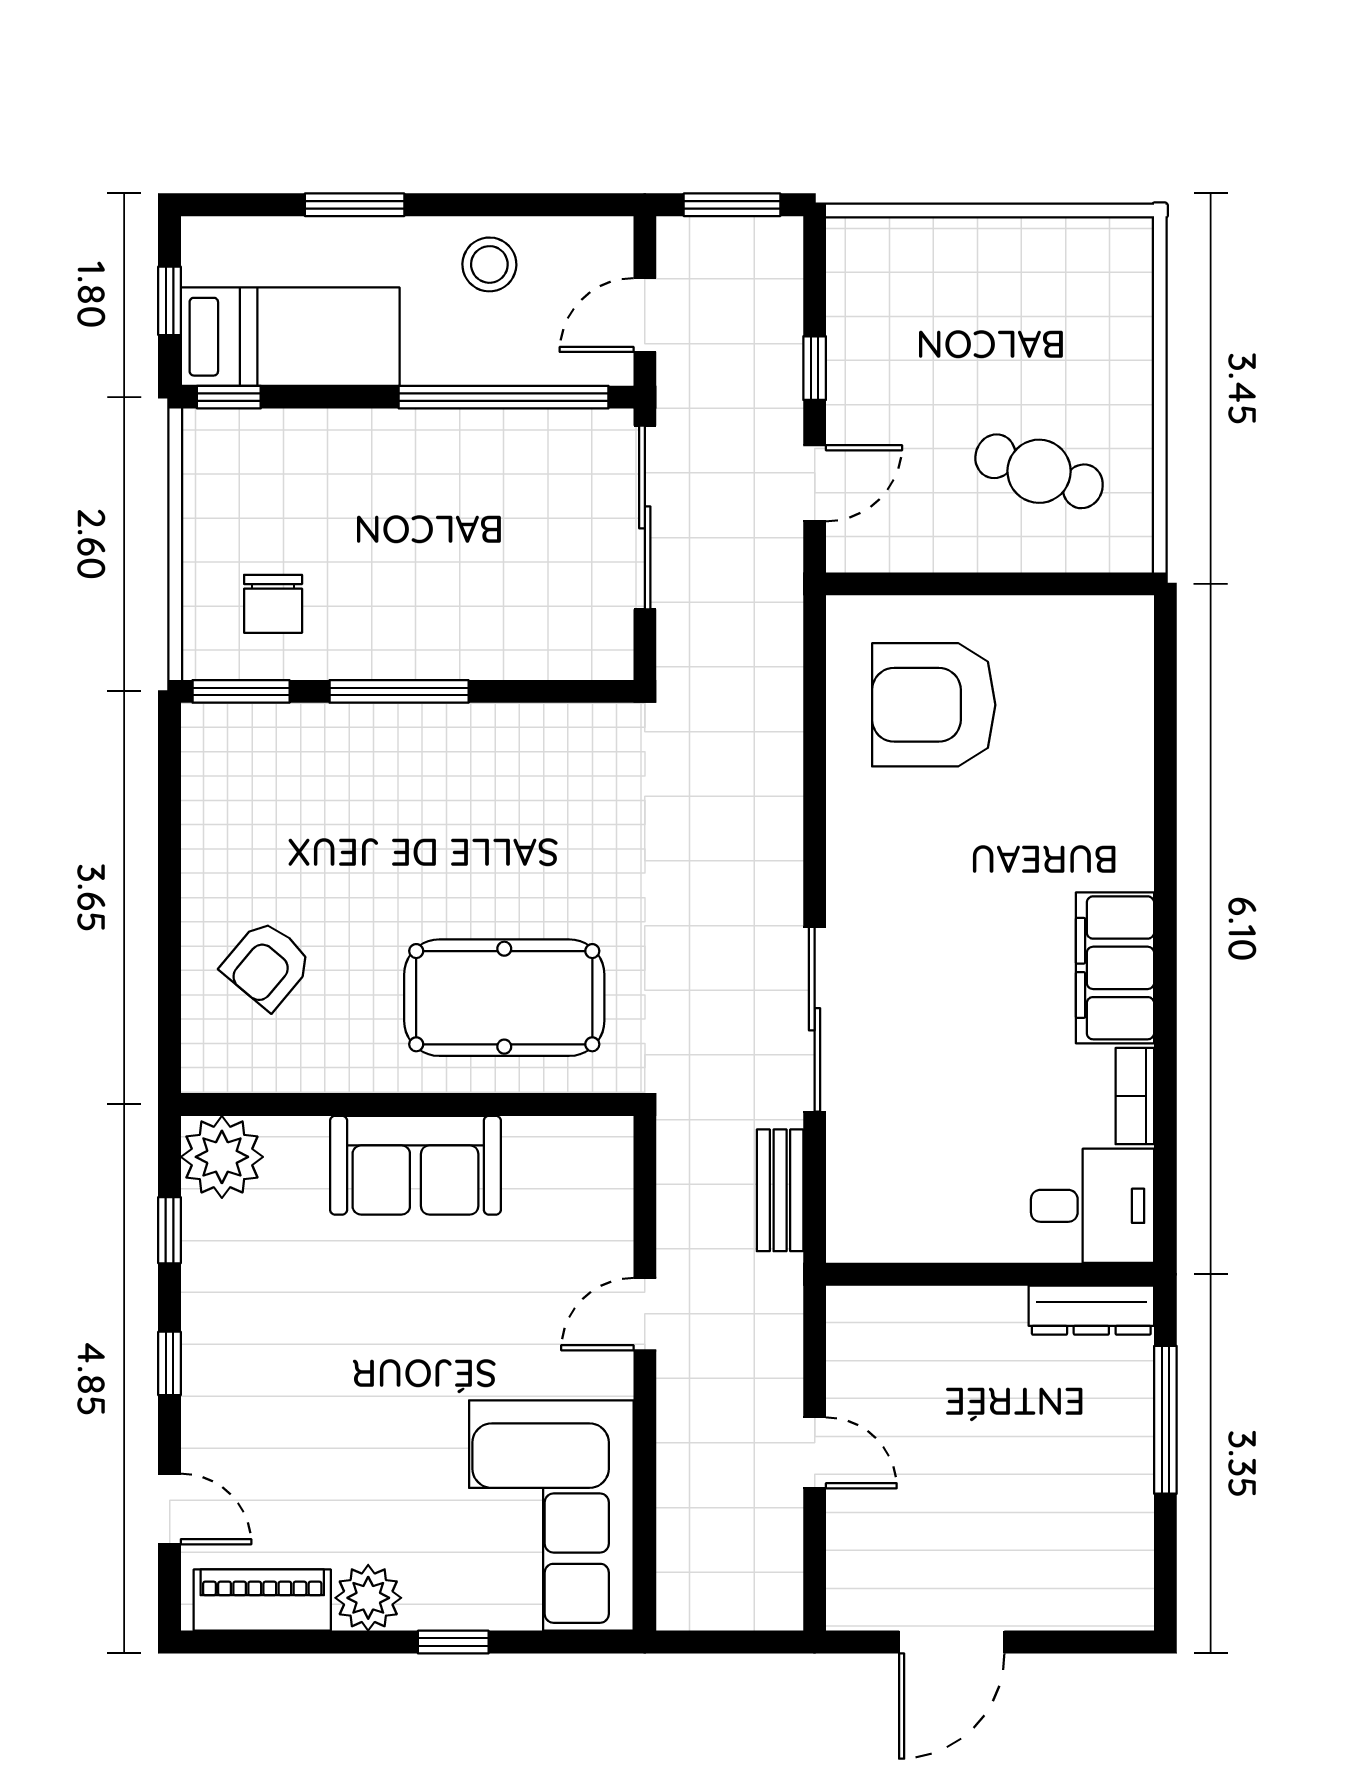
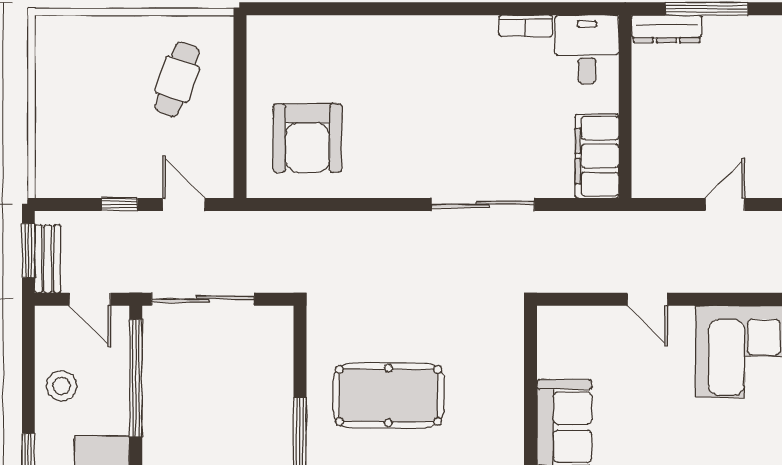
filing cabinet: (1115, 968) -> (597, 156), moved, turned 90
pool table: (504, 998) -> (388, 396), moved, turned 90
bench: (780, 1190) -> (48, 259), moved, turned 90
dresser: (1091, 1310) -> (667, 29), moved, turned 90

